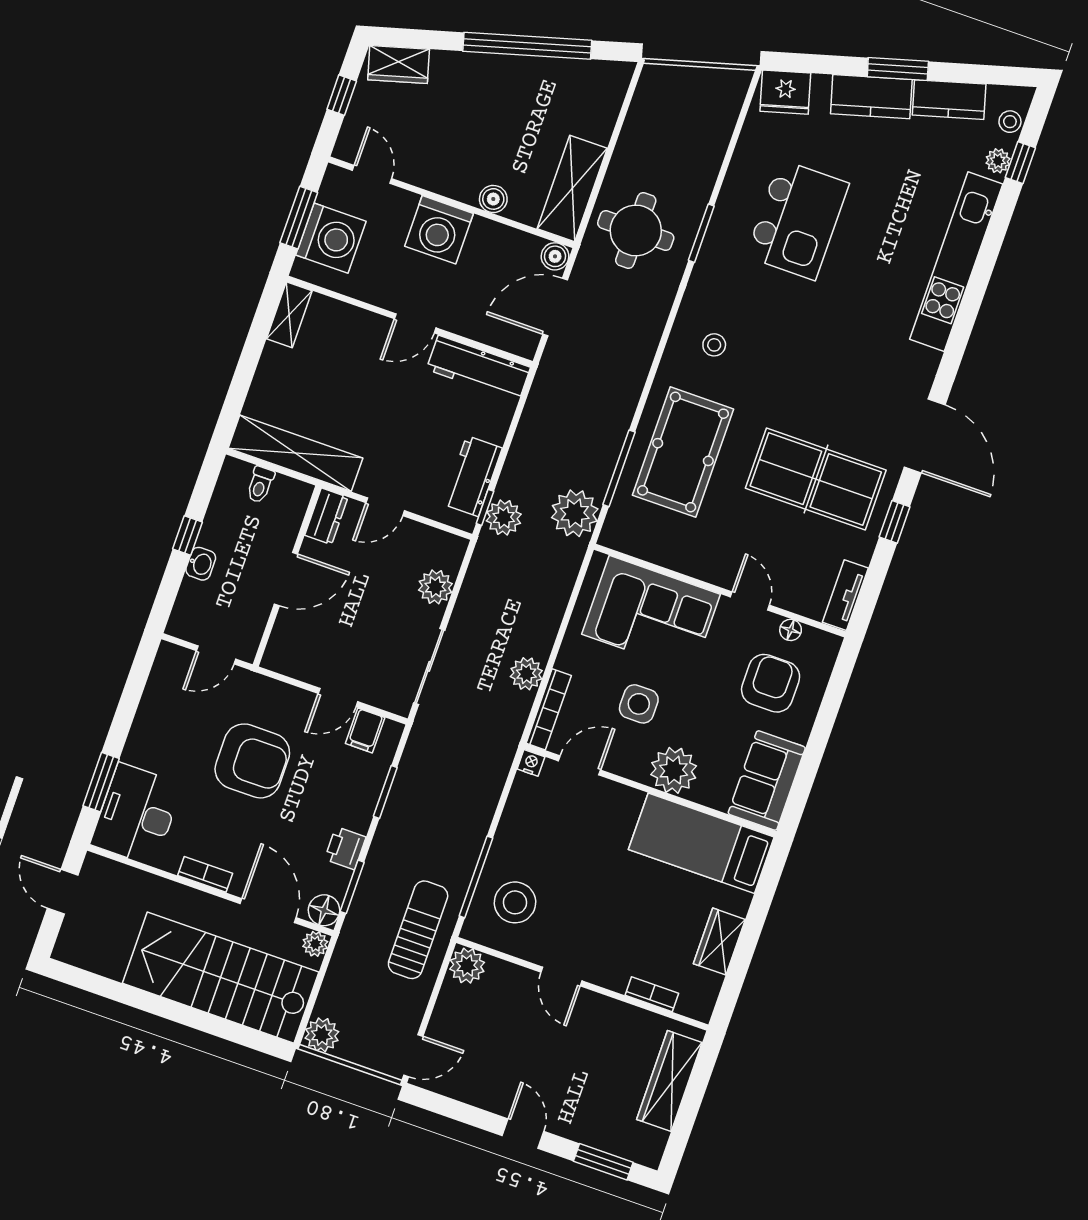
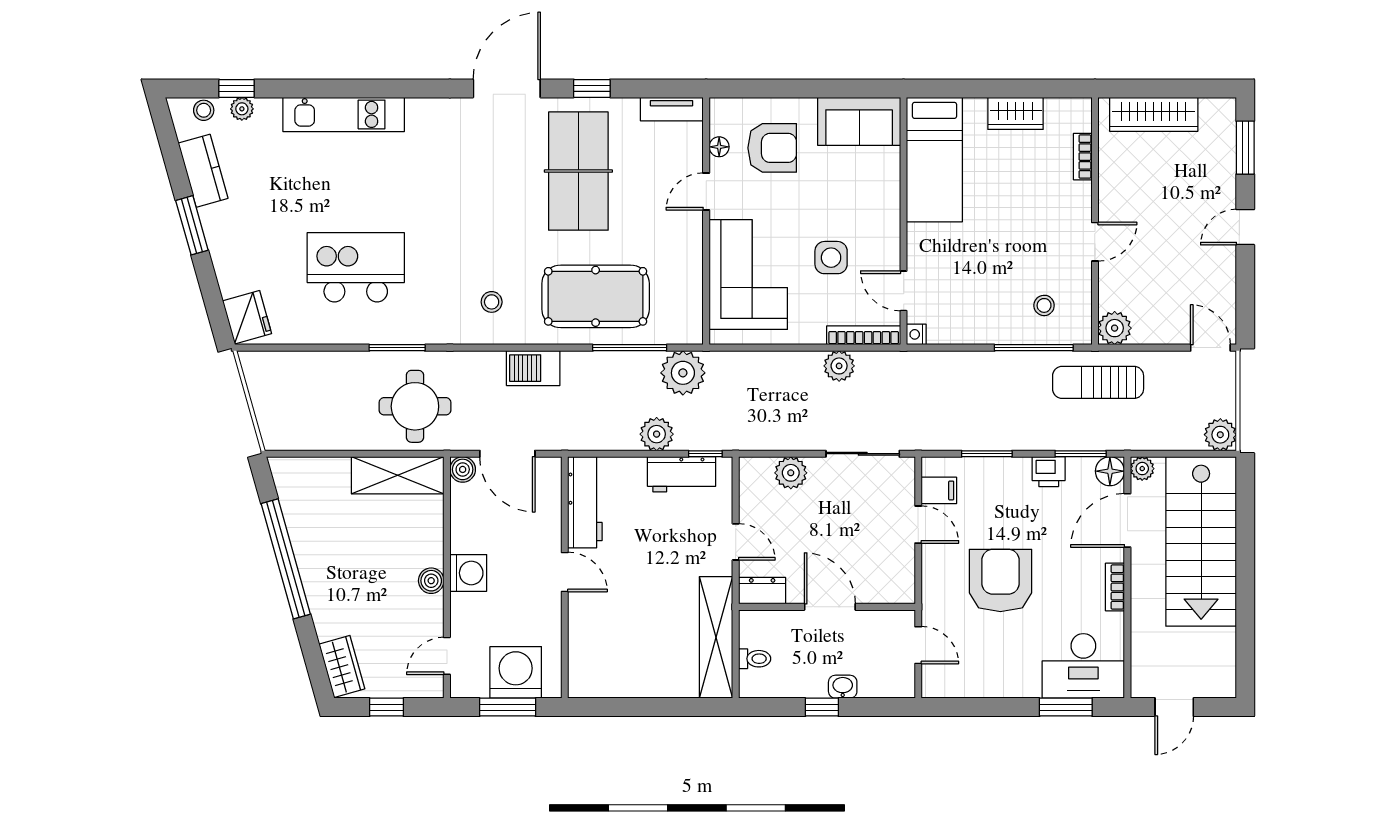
kitchen counter: (871, 97) -> (224, 240), removed
boiler: (493, 199) -> (431, 581), moved
washing machine: (439, 230) -> (468, 573), width x0.73, depth x0.73
kitchen unit: (956, 262) -> (344, 114), width x0.73
shelving: (289, 315) -> (596, 685), removed
barbecue: (633, 364) -> (533, 368), added
plant: (504, 518) -> (657, 434), moved
armchair: (771, 683) -> (772, 148), turned 180
plant: (674, 770) -> (879, 206), removed
stool: (515, 902) -> (1044, 305), width x0.53, depth x0.53

